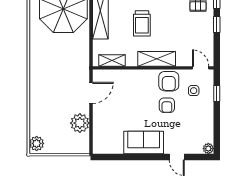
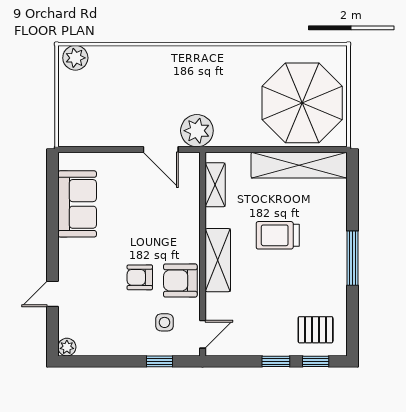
plant: (80, 123) -> (197, 131), moved
sofa: (144, 142) -> (77, 204), moved

